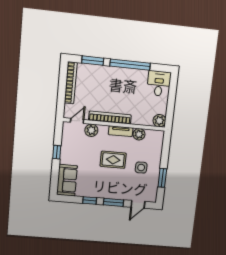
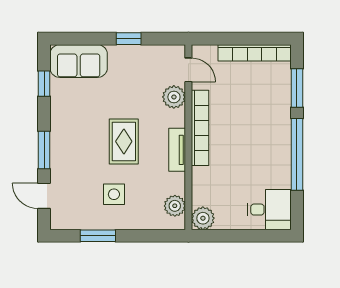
plant: (139, 134) -> (175, 206), moved
window: (90, 200) -> (44, 84), moved

